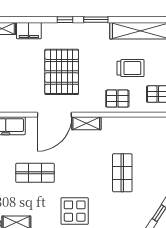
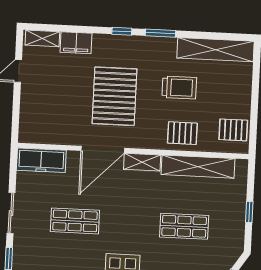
trolley: (130, 68) -> (179, 88), moved
shelving: (131, 125) -> (198, 167), added
shop shelf: (122, 173) -> (184, 226), turned 90

